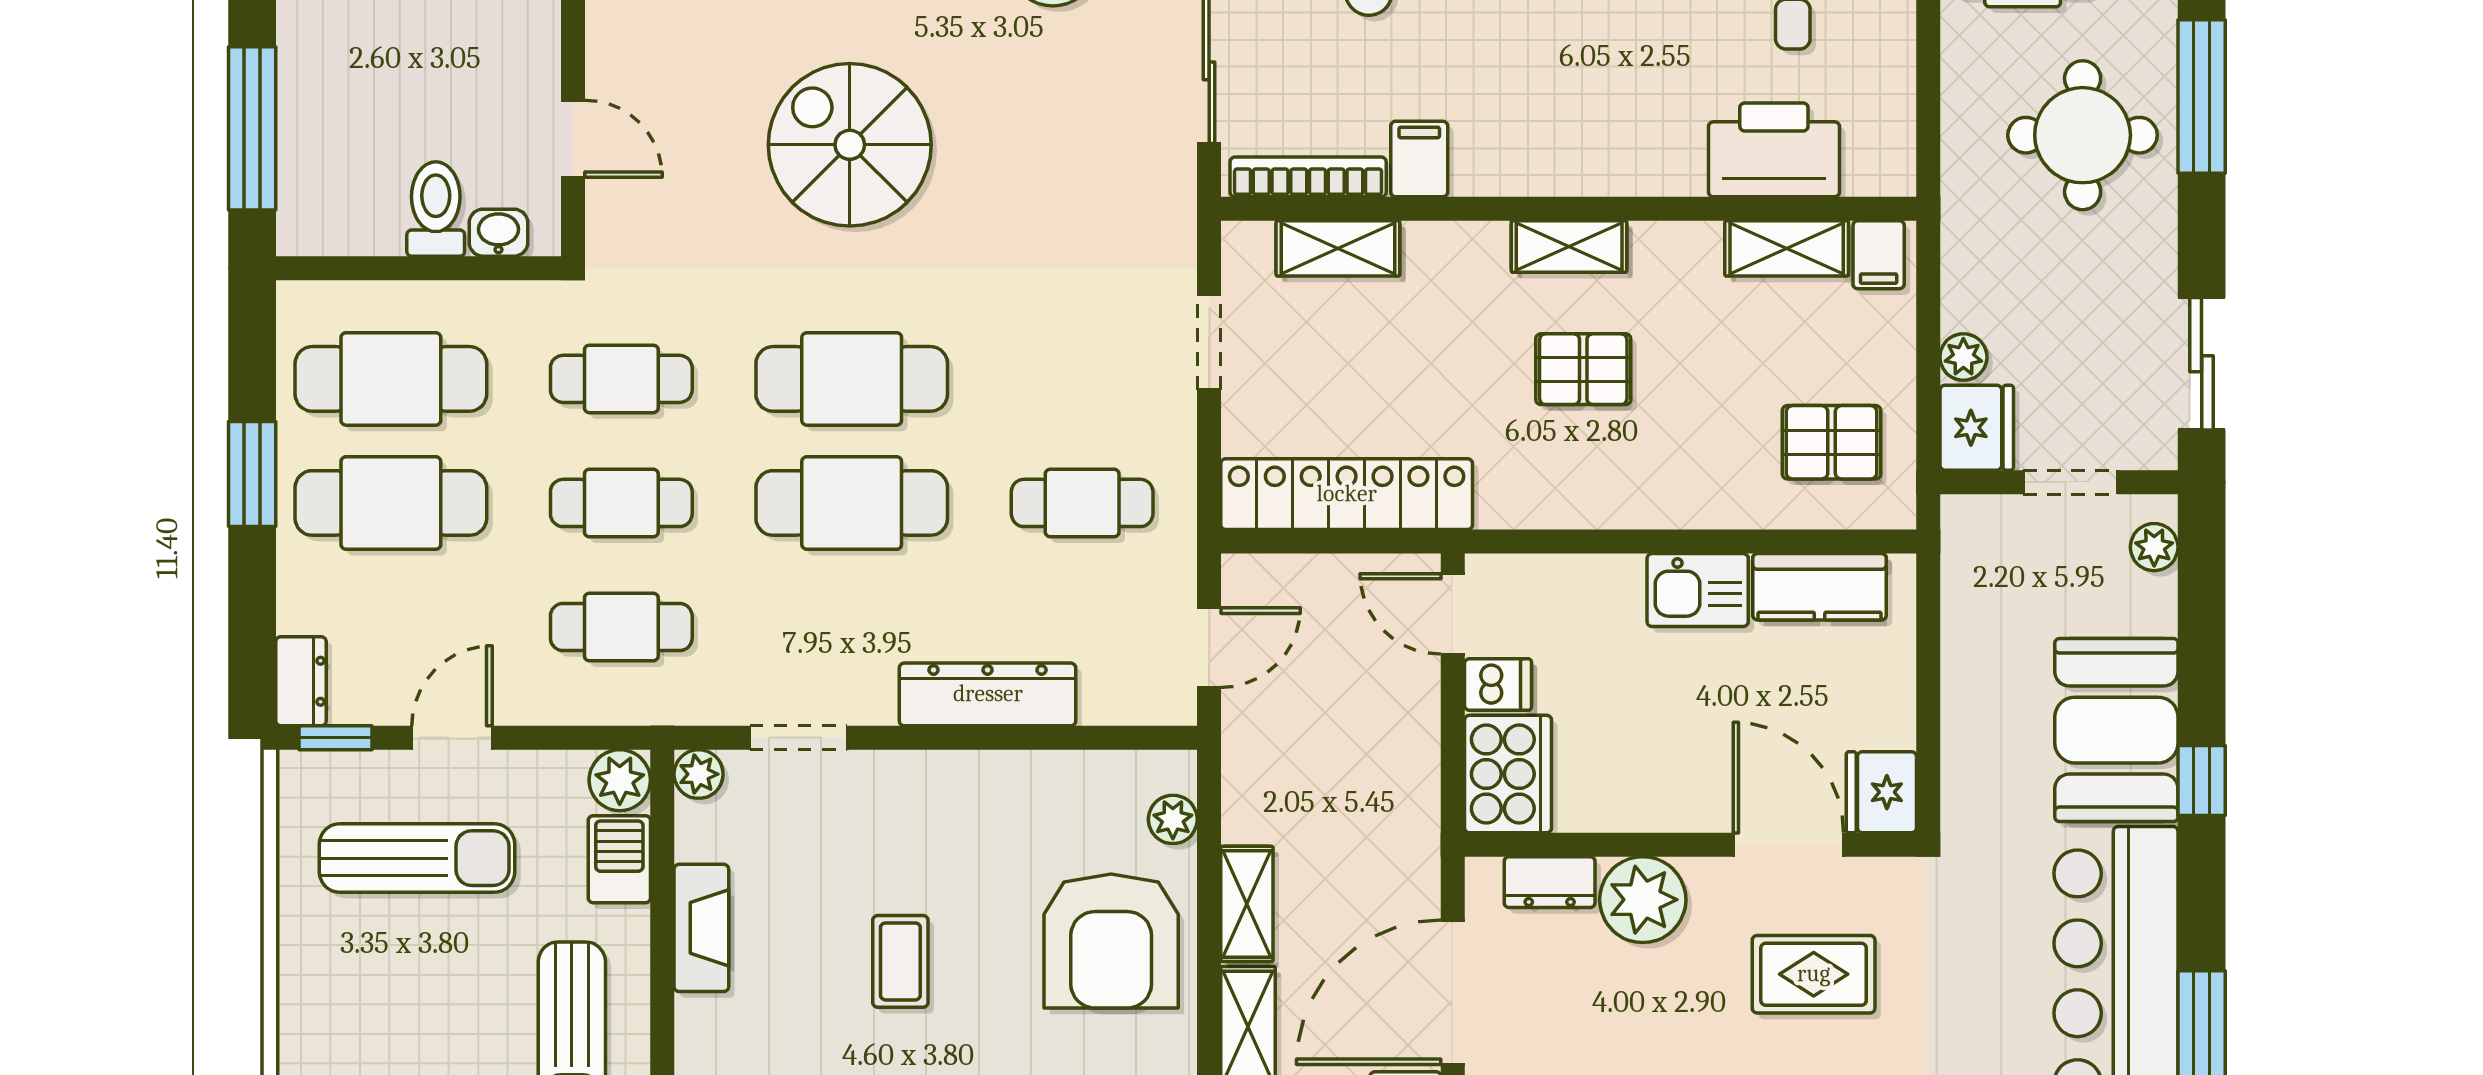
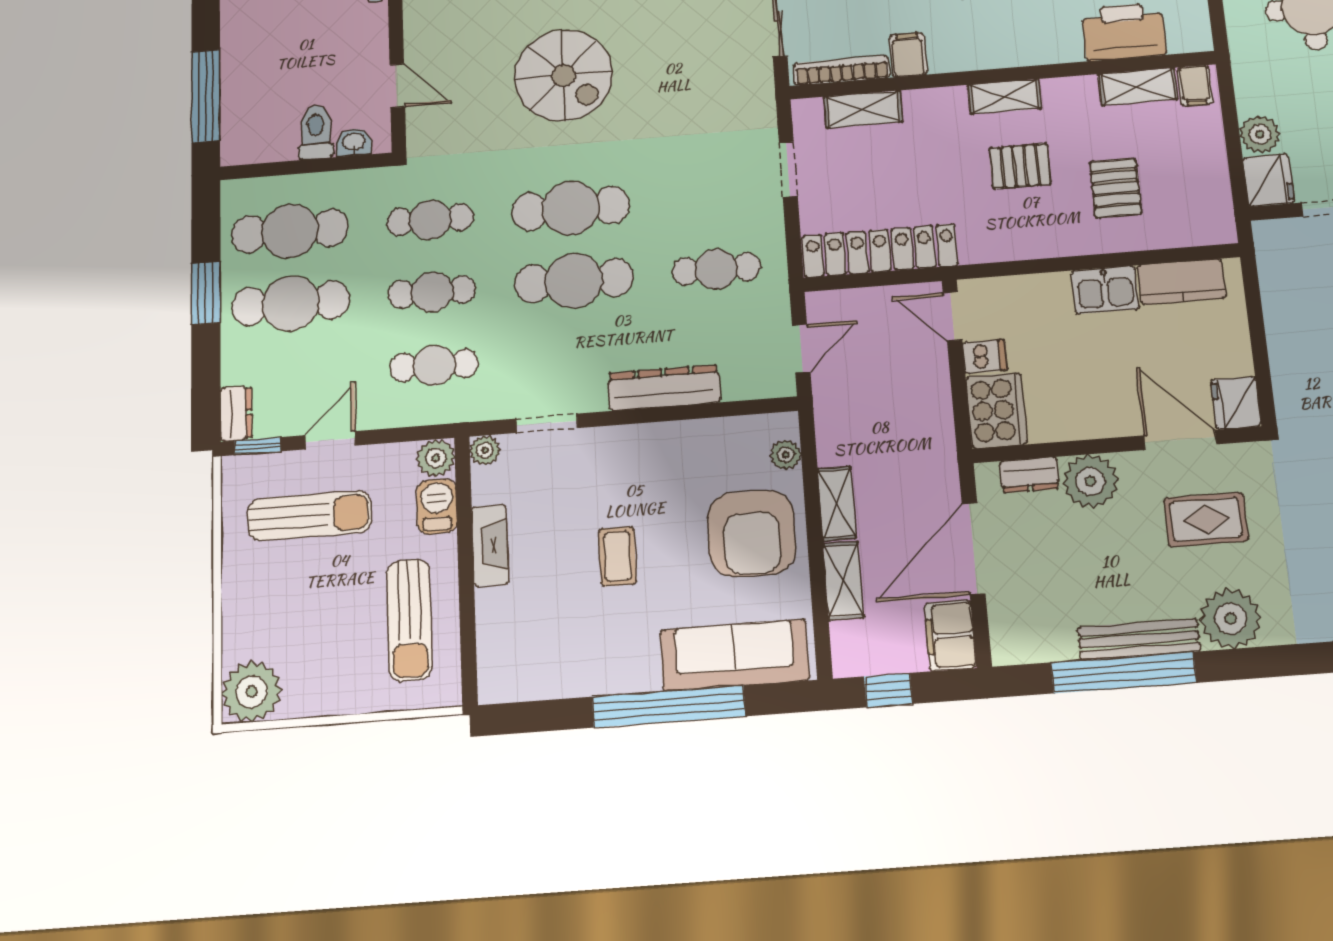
spiral stairs: (850, 145) -> (563, 75), turned 180
plant: (1963, 357) -> (1260, 134), width x1.38, depth x1.38
pallet: (1832, 442) -> (1116, 188), moved, turned 90

